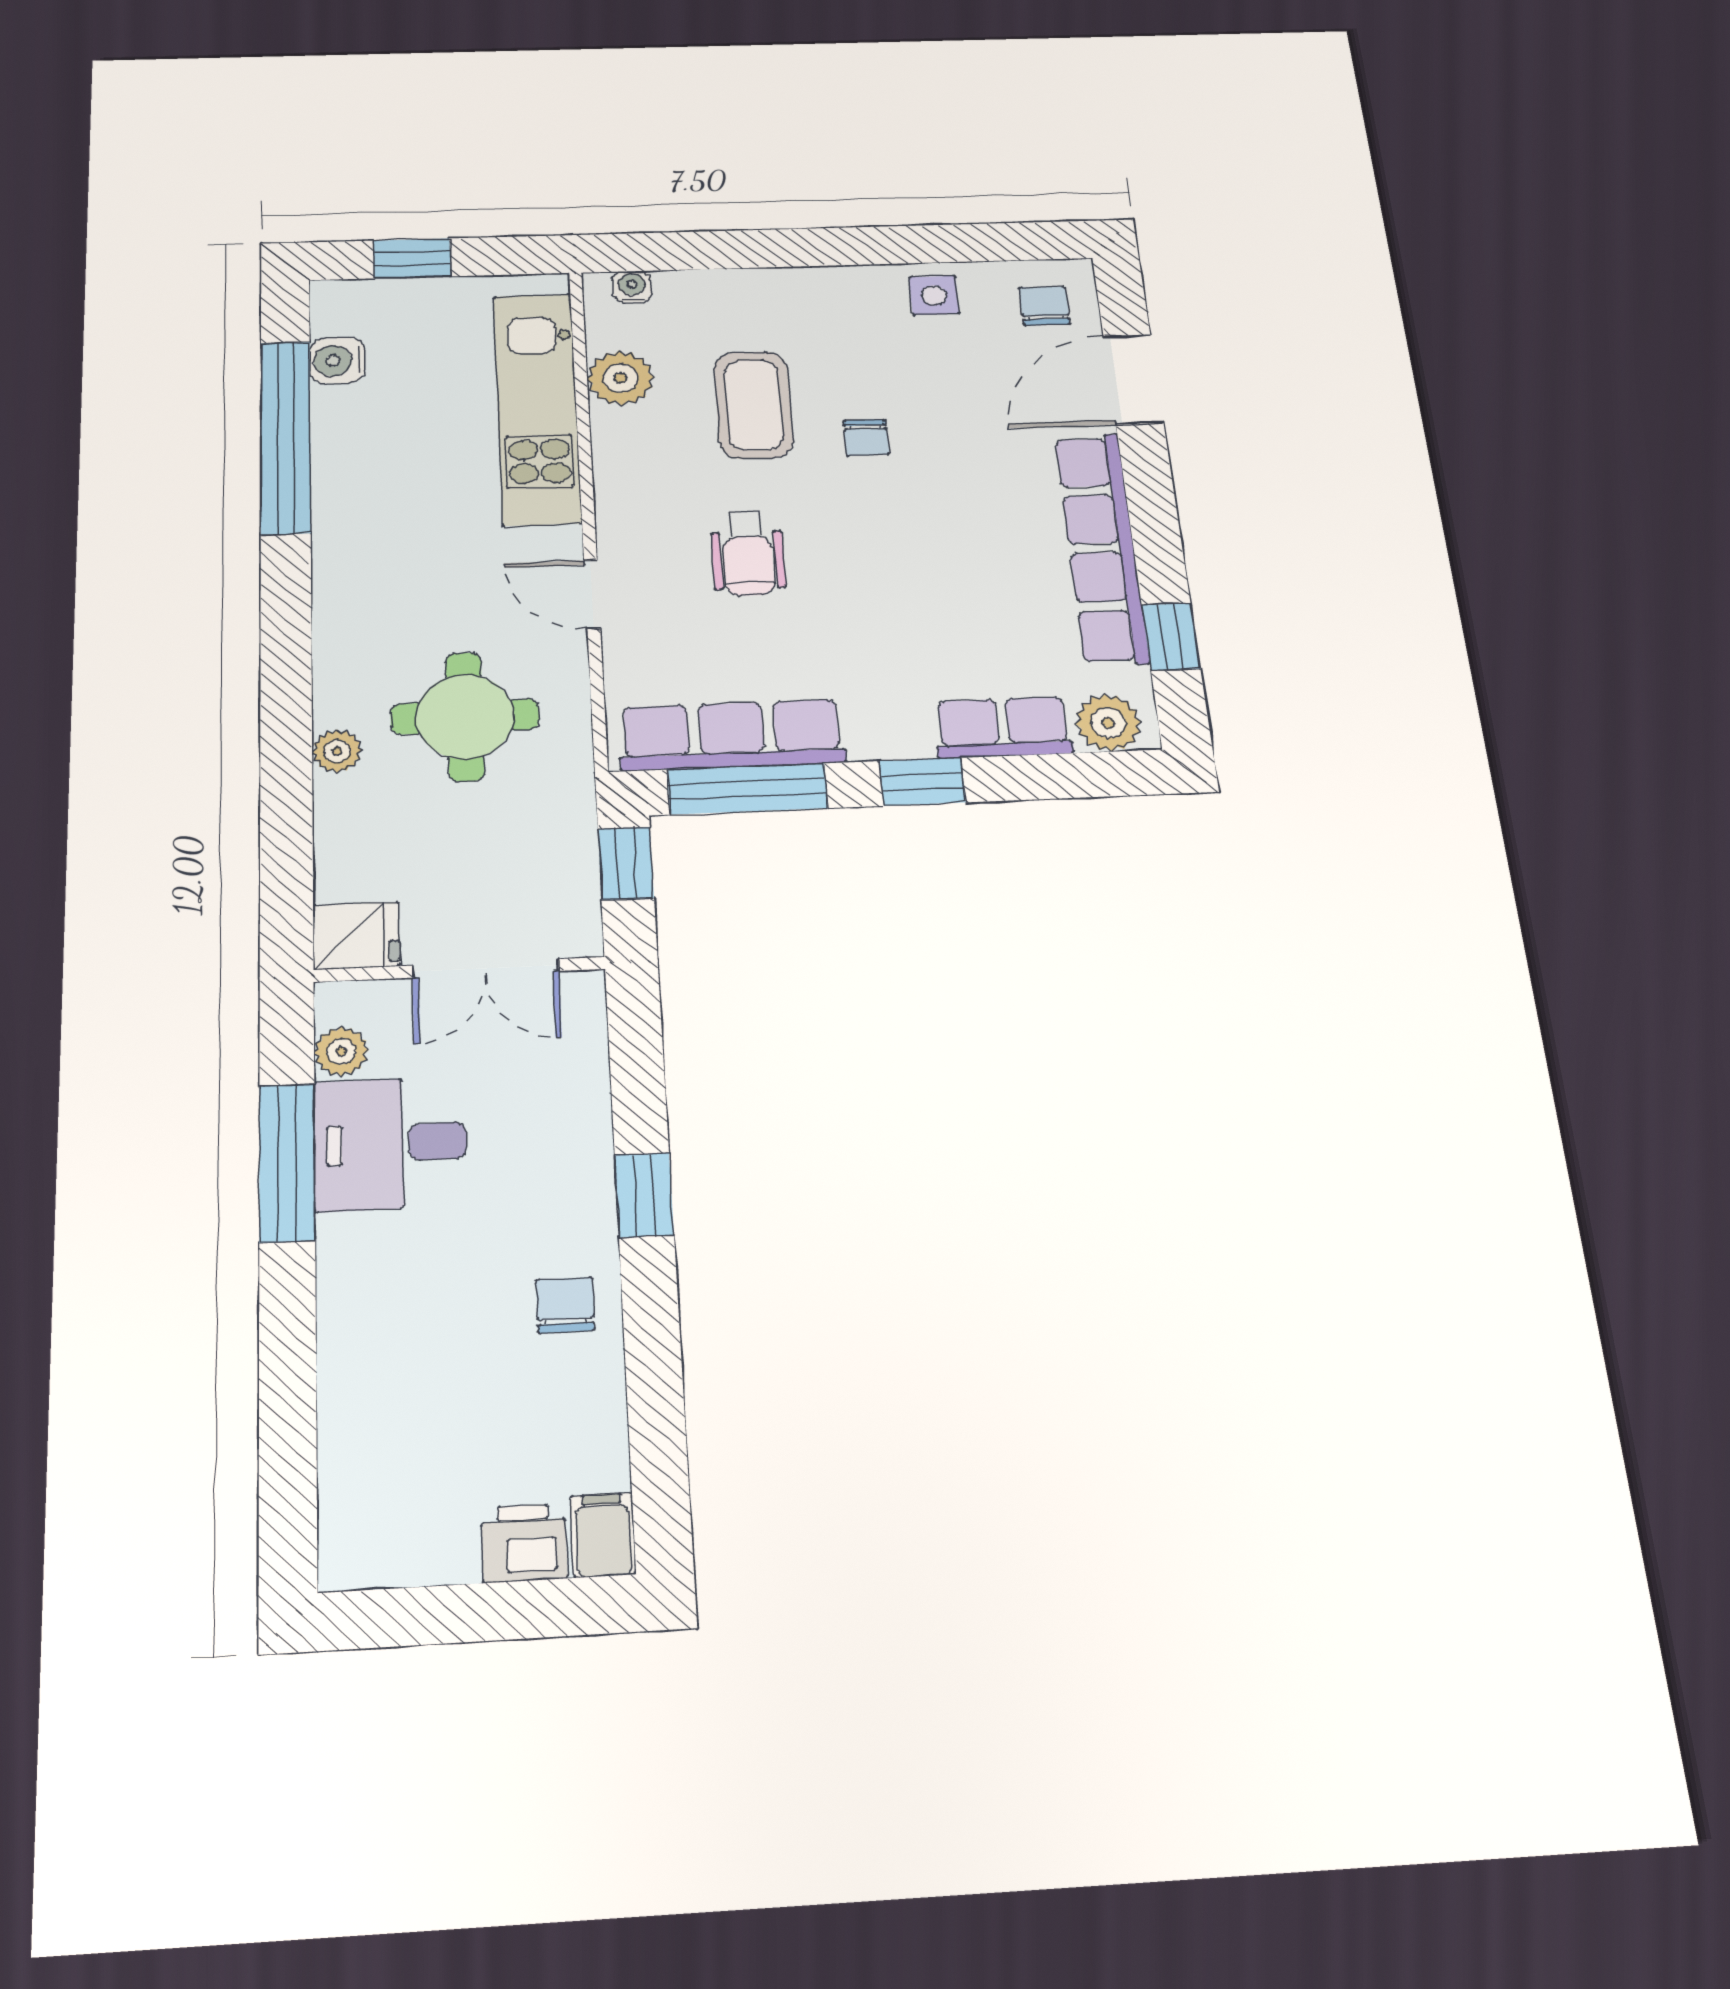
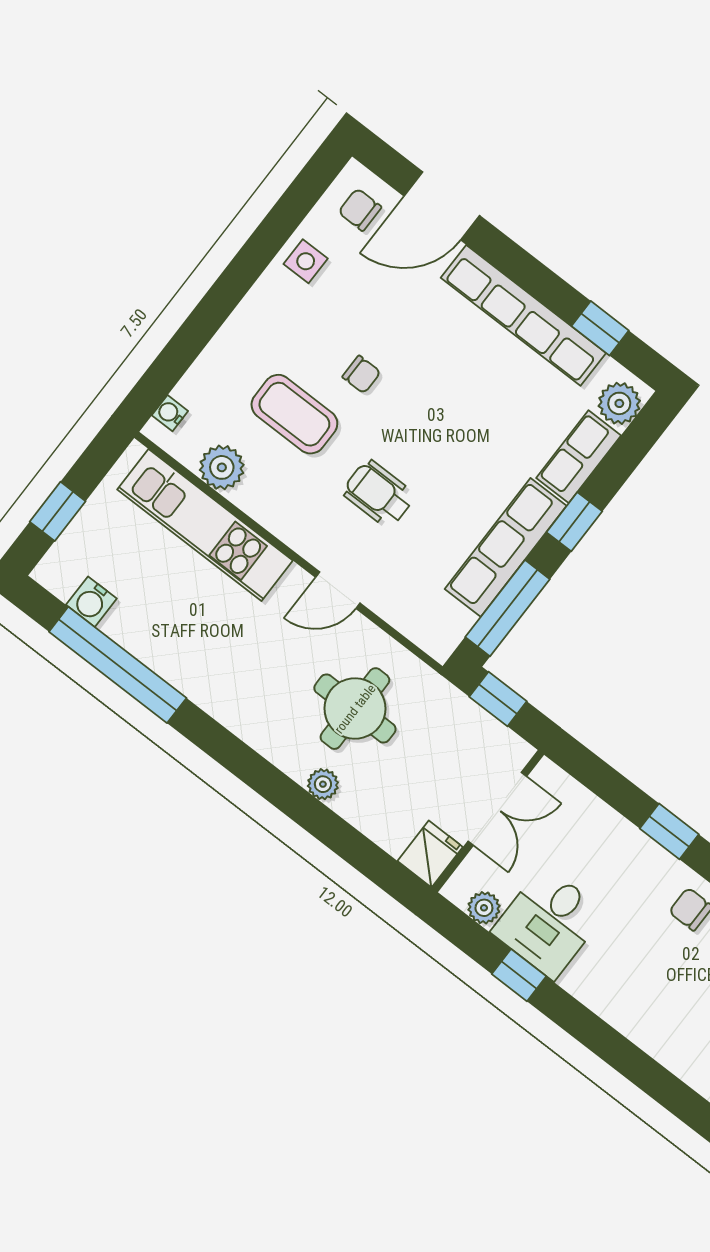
door: (1133, 379) -> (442, 206), hinge flipped
wheelchair: (748, 553) -> (379, 494), turned 180
row of seats: (732, 735) -> (506, 547), moved
window: (287, 1163) -> (519, 975), width x0.46

